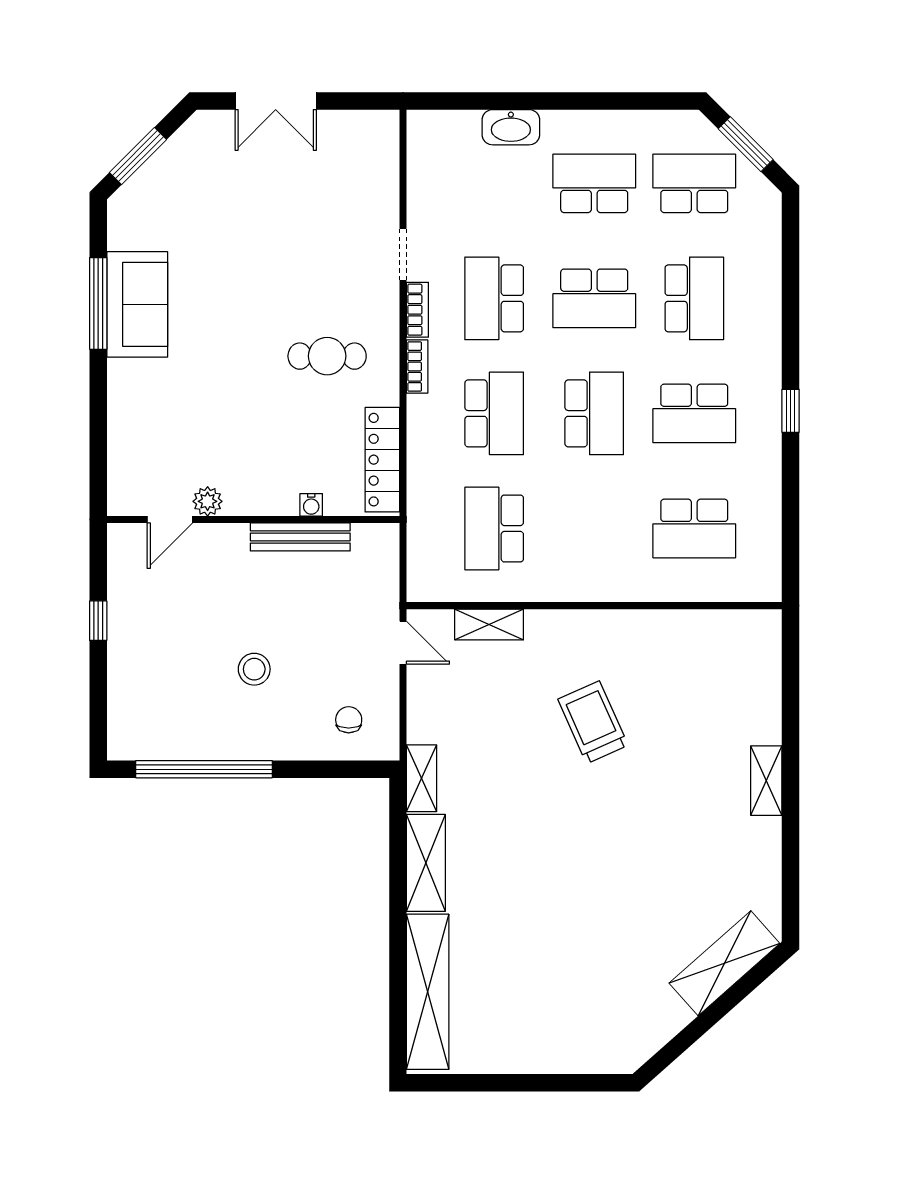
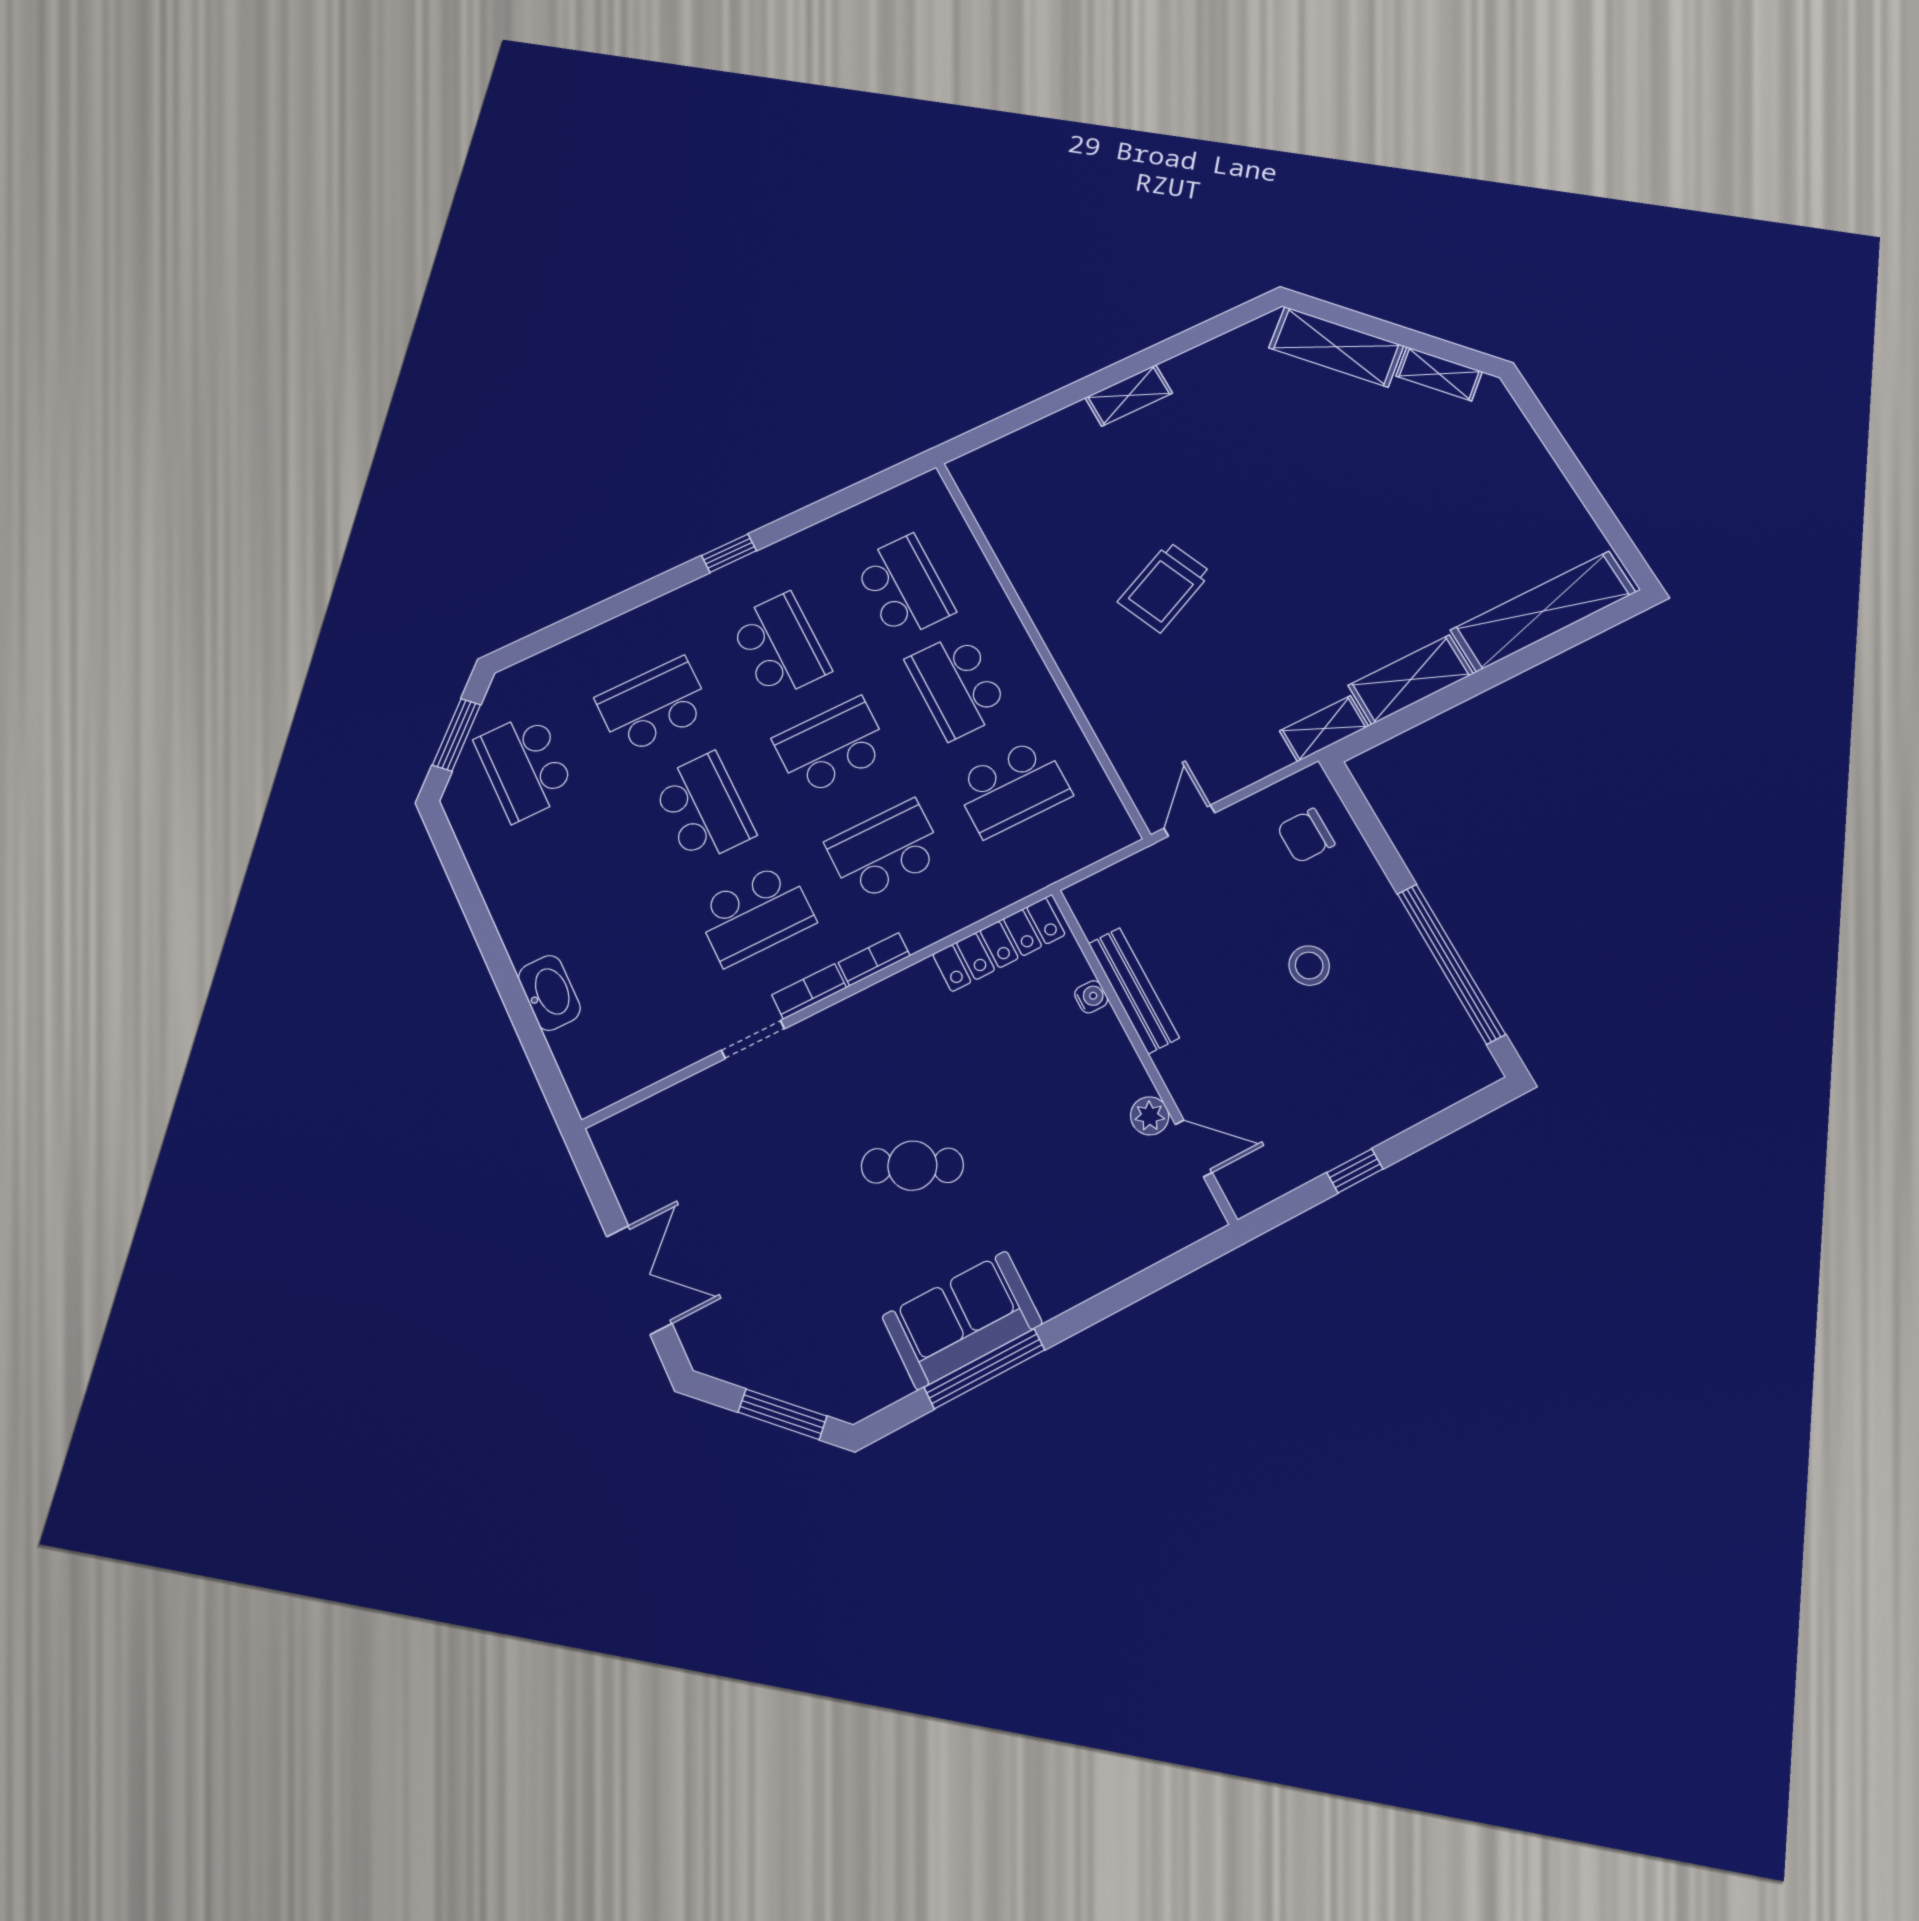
school desk: (594, 183) -> (957, 686), moved
cafe table: (327, 356) -> (912, 1166), moved, turned -63
shelving: (489, 625) -> (1439, 374), moved, turned -42
chair: (349, 720) -> (1306, 836), width x1.37, depth x1.37

